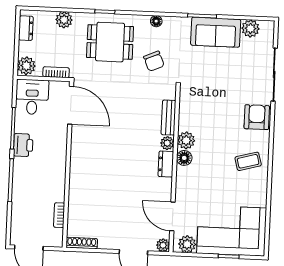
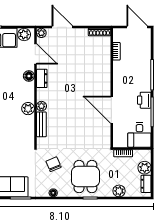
dining table: (110, 42) -> (85, 177), turned 90
plant: (26, 66) -> (145, 168), moved
door: (71, 105) -> (112, 110), moved
floor lamp: (184, 158) -> (29, 76), moved
dresser: (166, 164) -> (42, 78), moved

